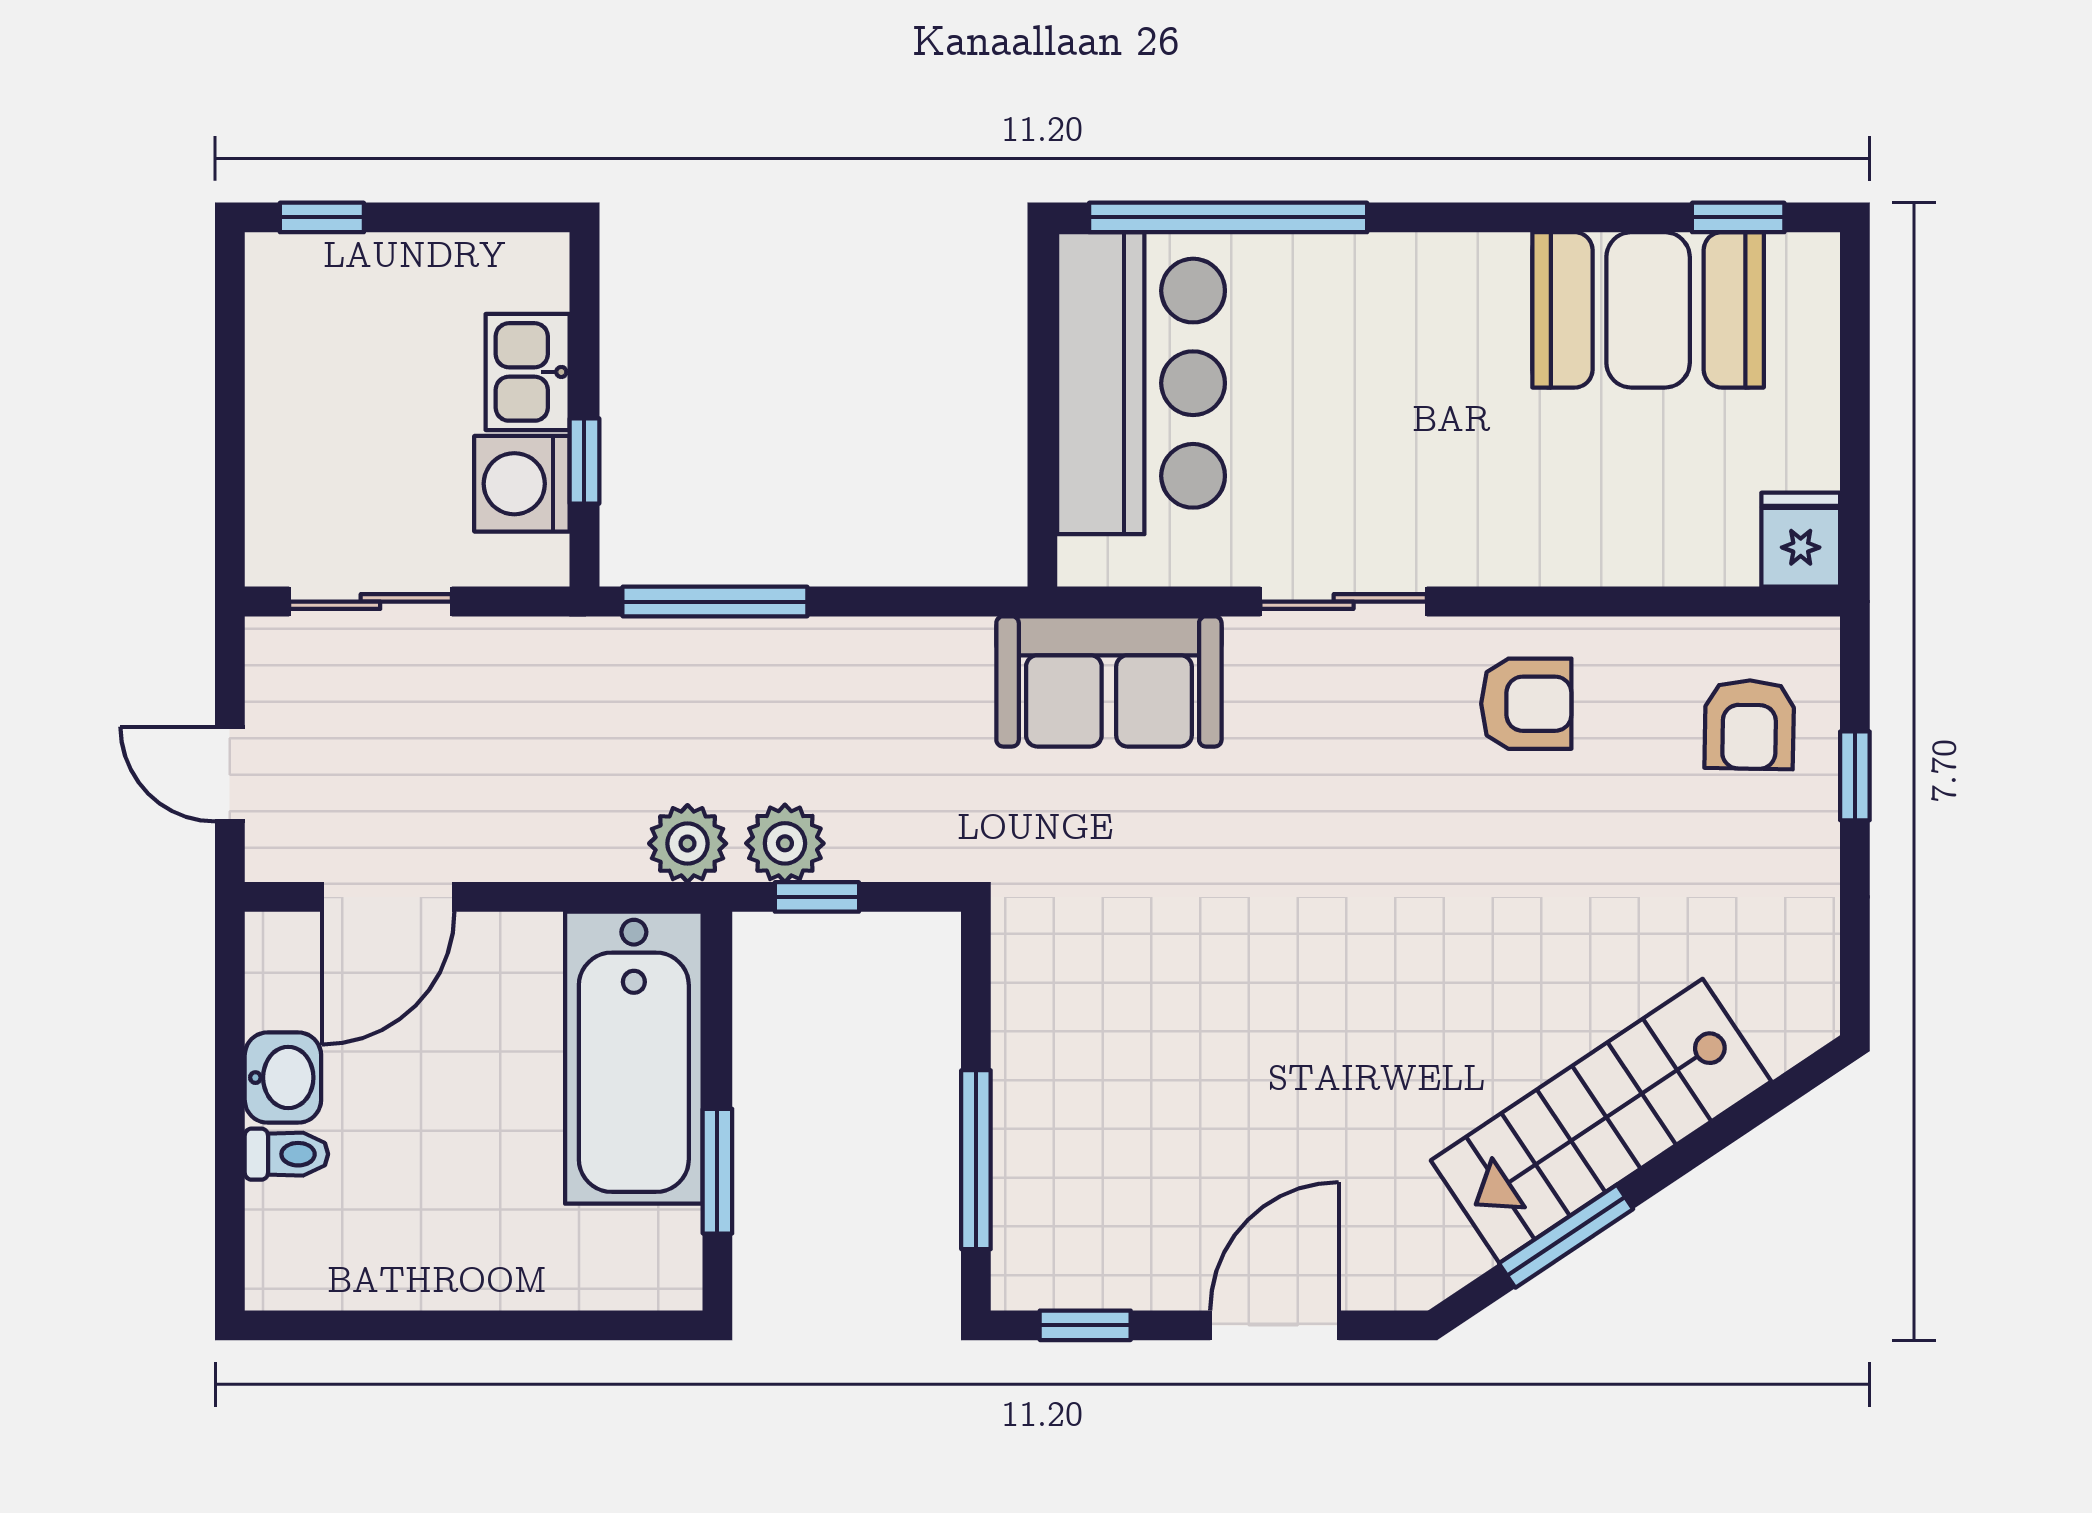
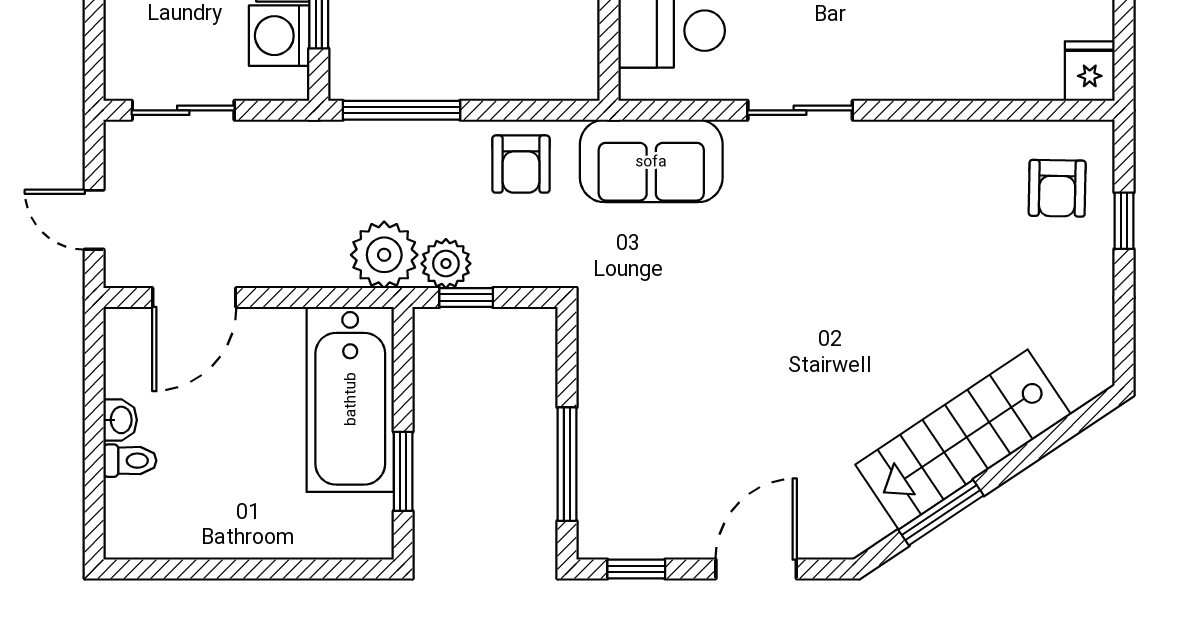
armchair: (1526, 704) -> (521, 164), moved, turned 90
plant: (688, 844) -> (384, 255), width x1.36, depth x1.36
washbasin: (283, 1078) -> (120, 420), width x0.72, depth x0.69

